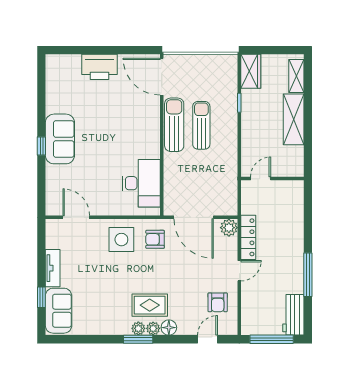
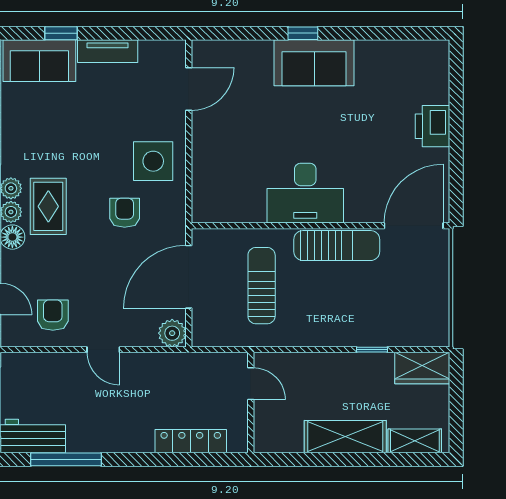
printer: (100, 67) -> (433, 126), width x0.73, depth x0.84
sun lounger: (201, 125) -> (262, 286), moved, turned -90
desk: (141, 183) -> (305, 193), moved
locker: (248, 237) -> (191, 441), moved, turned 180
armchair: (155, 239) -> (125, 213), moved
window: (308, 275) -> (66, 459), moved
armchair: (218, 302) -> (53, 315), turned 90

